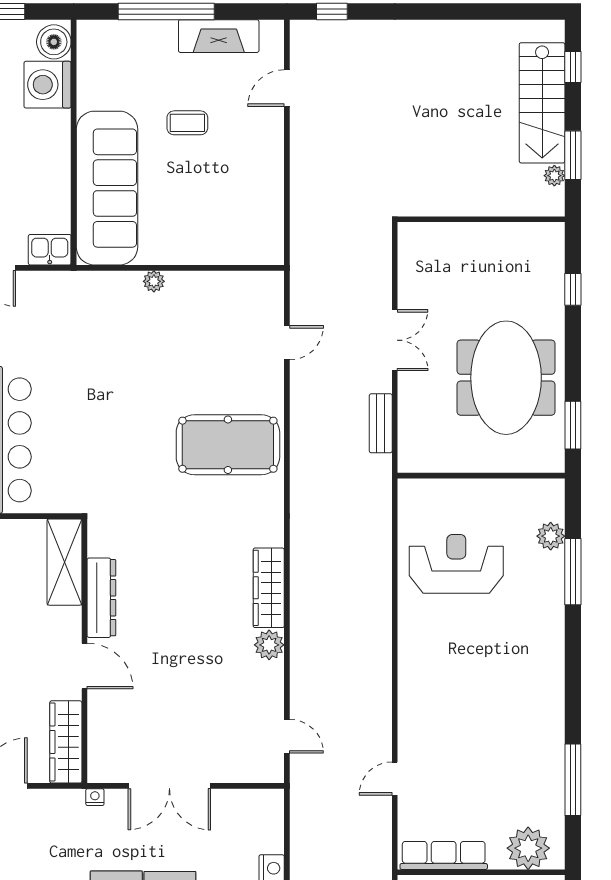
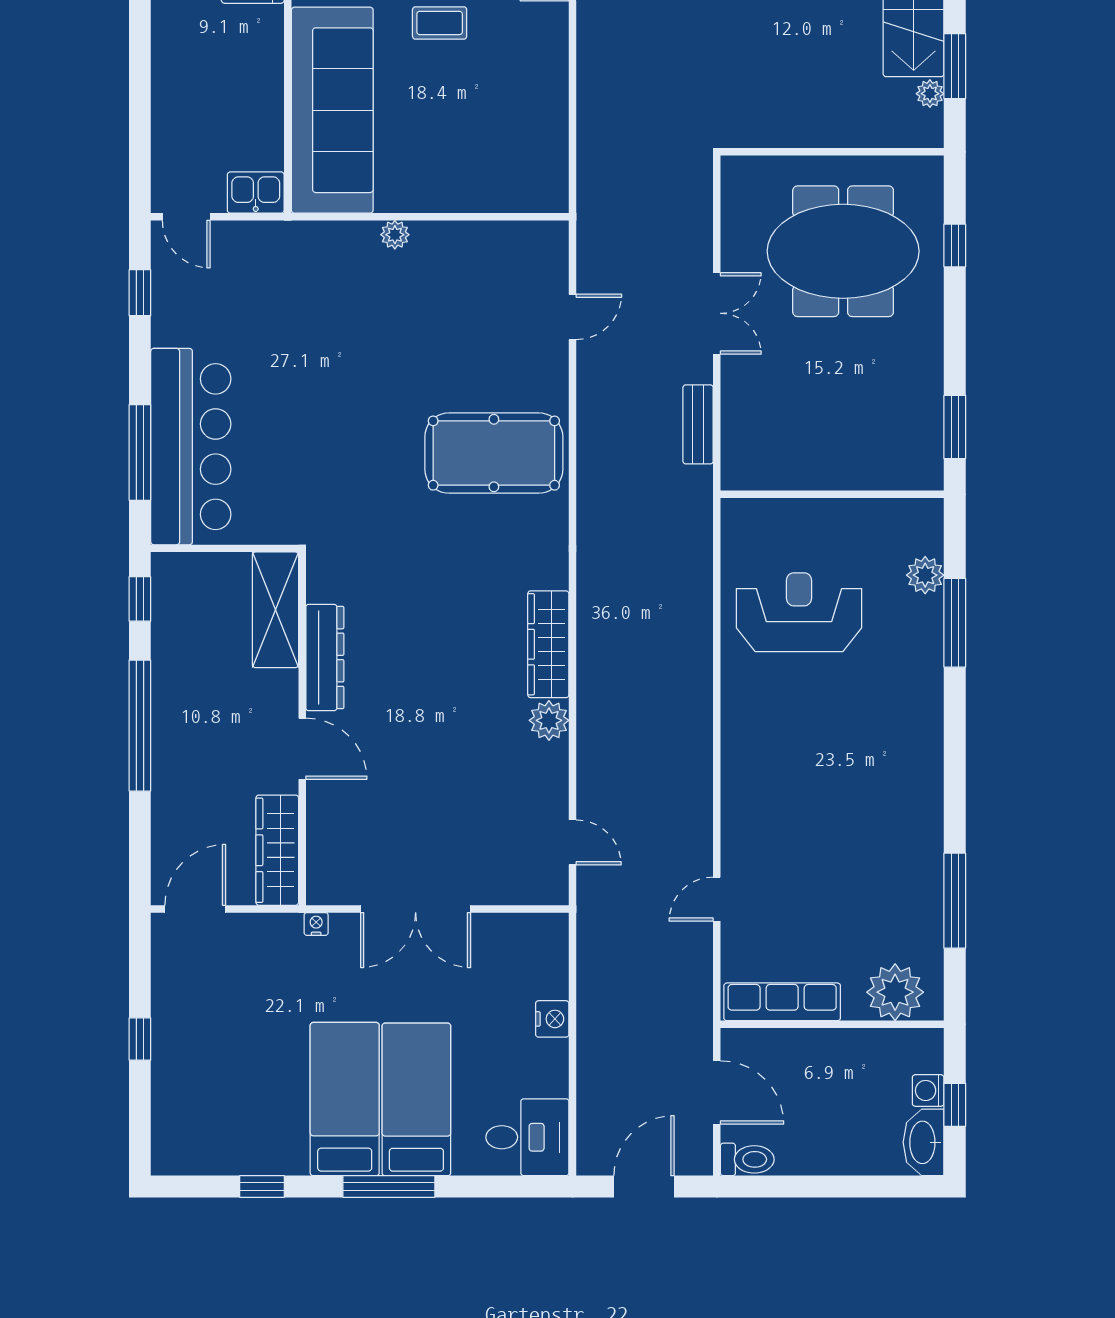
meeting table: (506, 378) -> (843, 251), moved, turned 90

